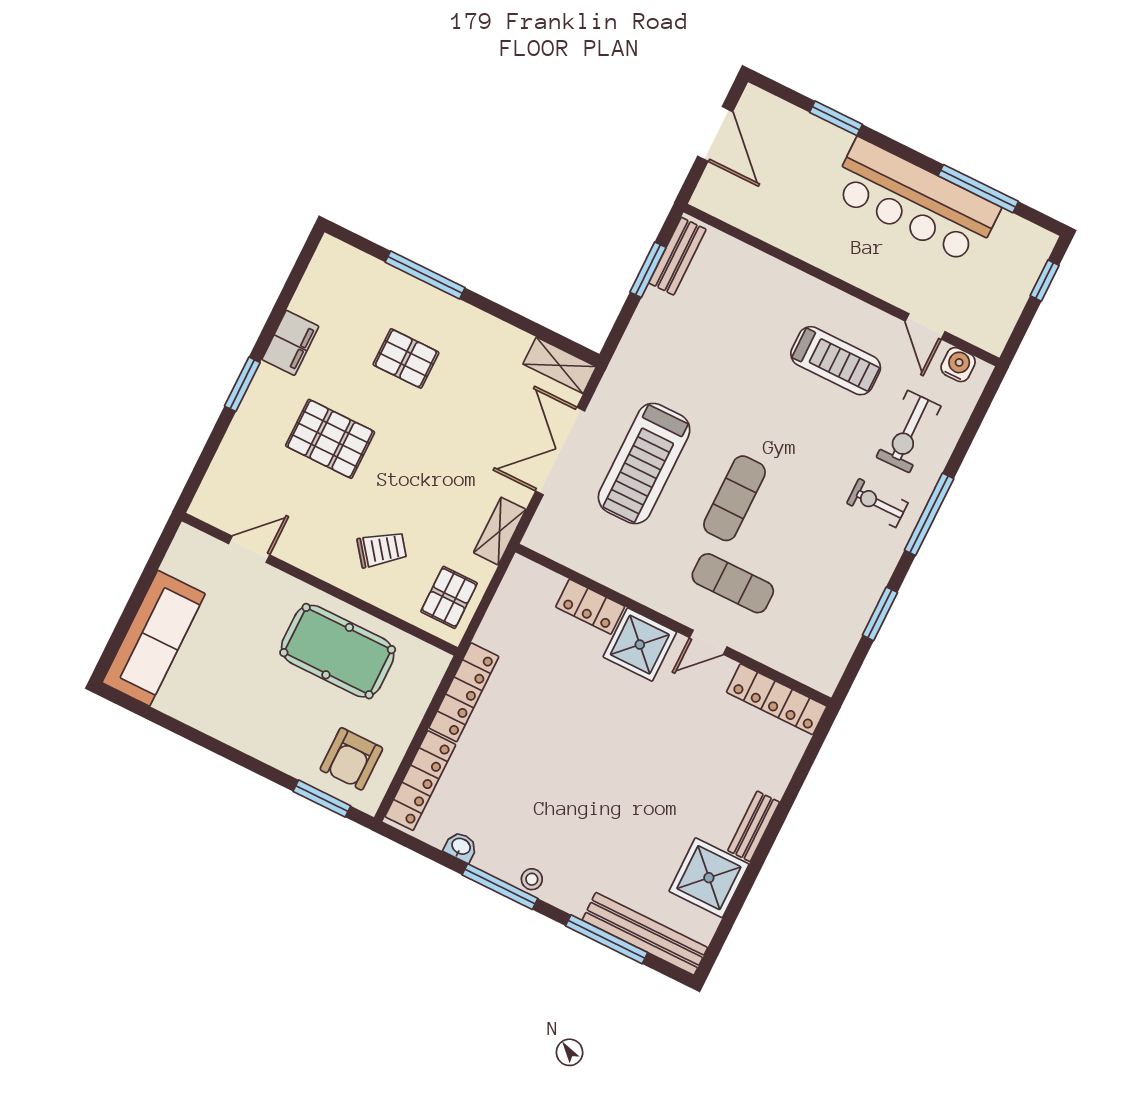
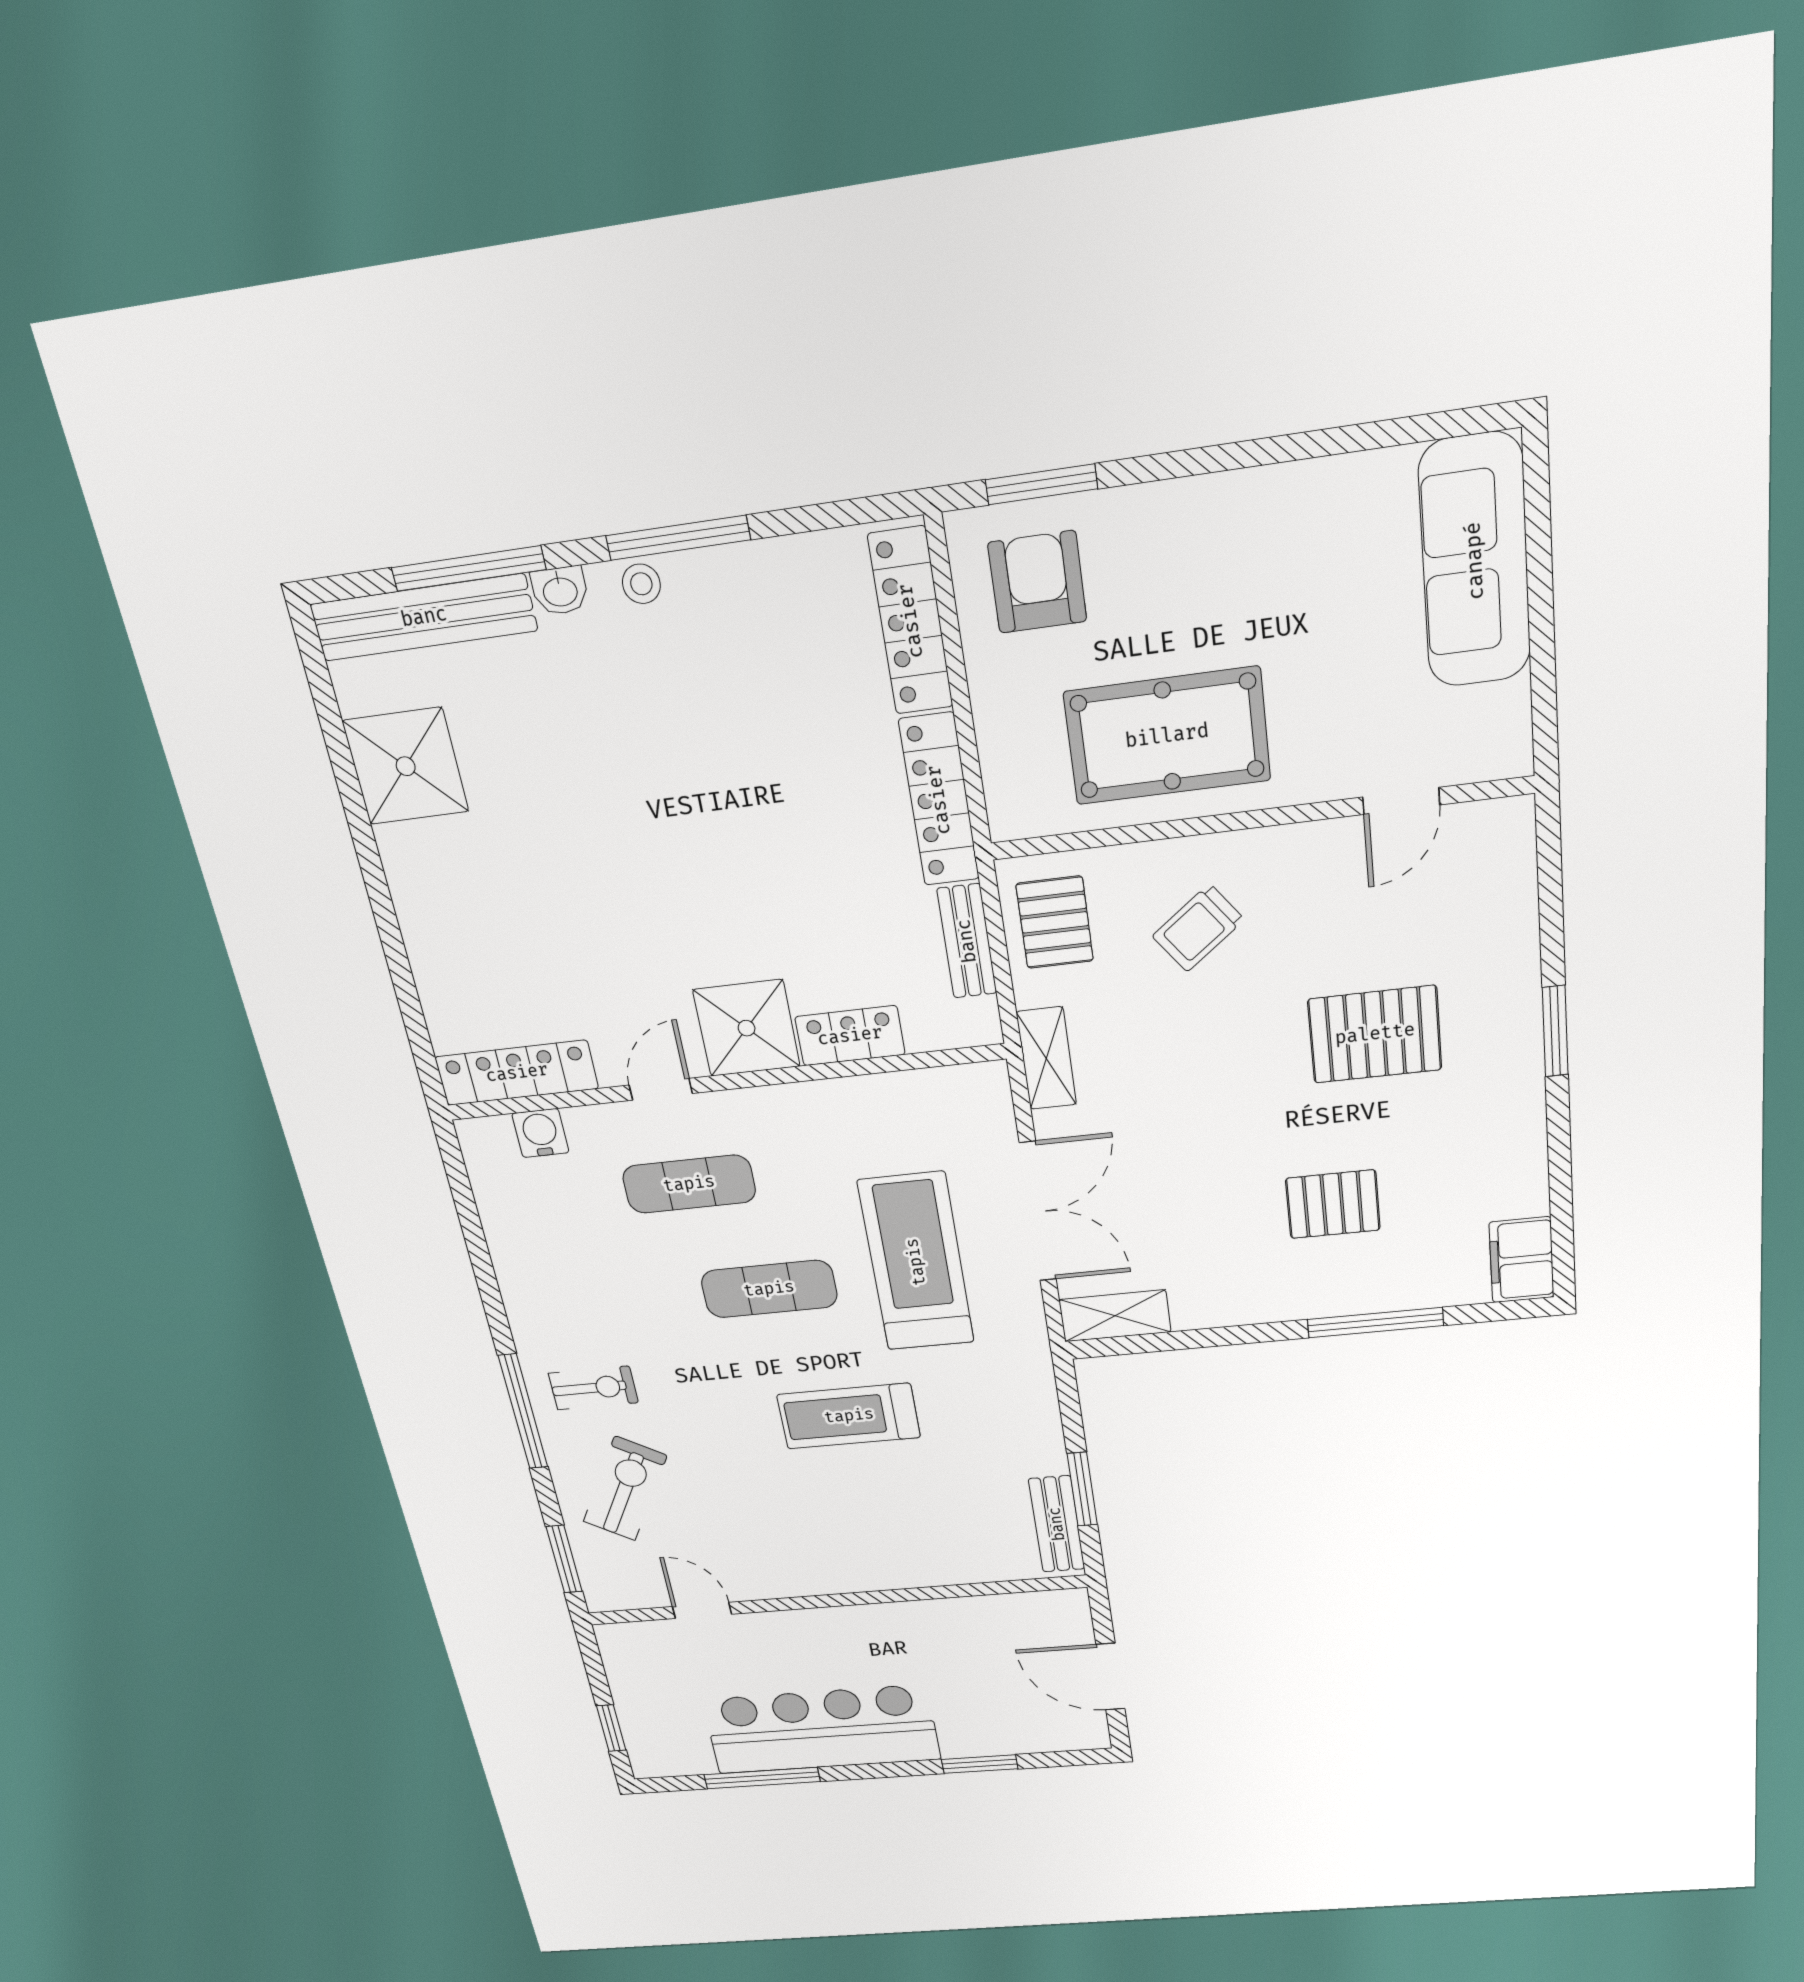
filing cabinet: (290, 343) -> (1522, 1260), moved
treadmill: (836, 361) -> (849, 1416), moved
water cooler: (958, 365) -> (540, 1133), moved, turned 180
exercise bike: (909, 432) -> (625, 1489), turned 31
exercise mat: (735, 498) -> (769, 1289), turned 90
window: (880, 614) -> (564, 1559), moved
bench: (754, 826) -> (967, 941), moved
washbasin: (461, 847) -> (560, 591), moved

